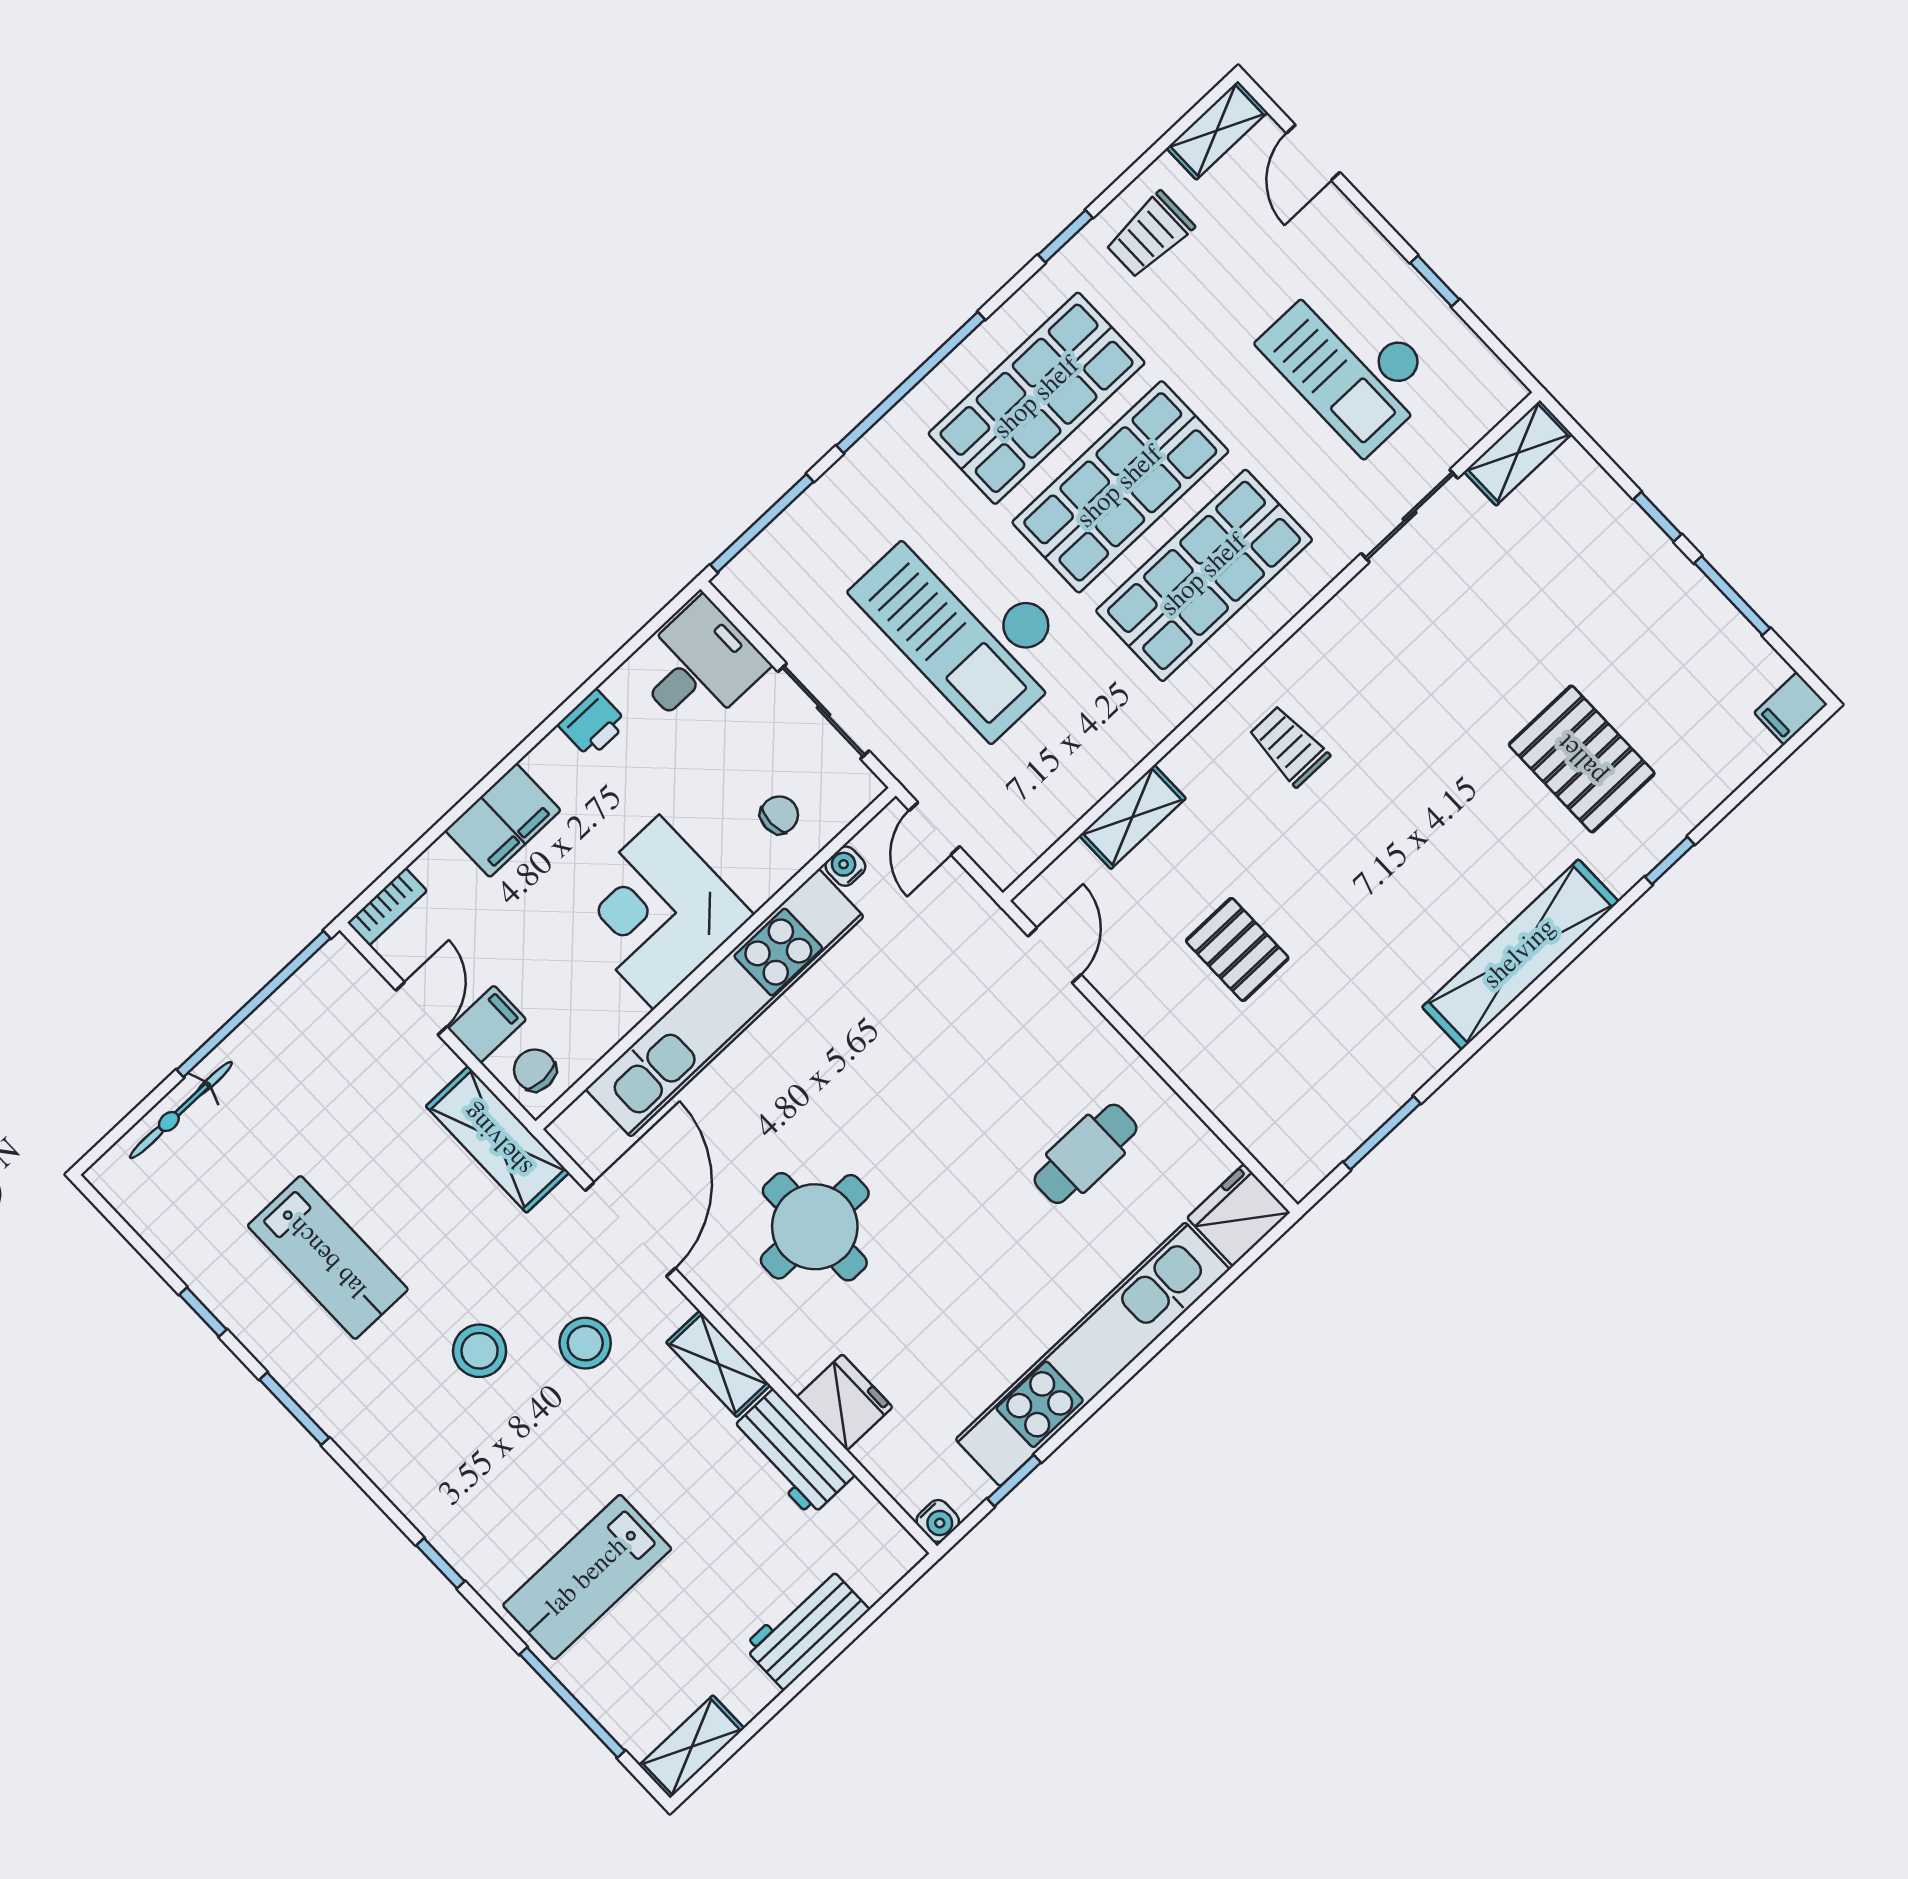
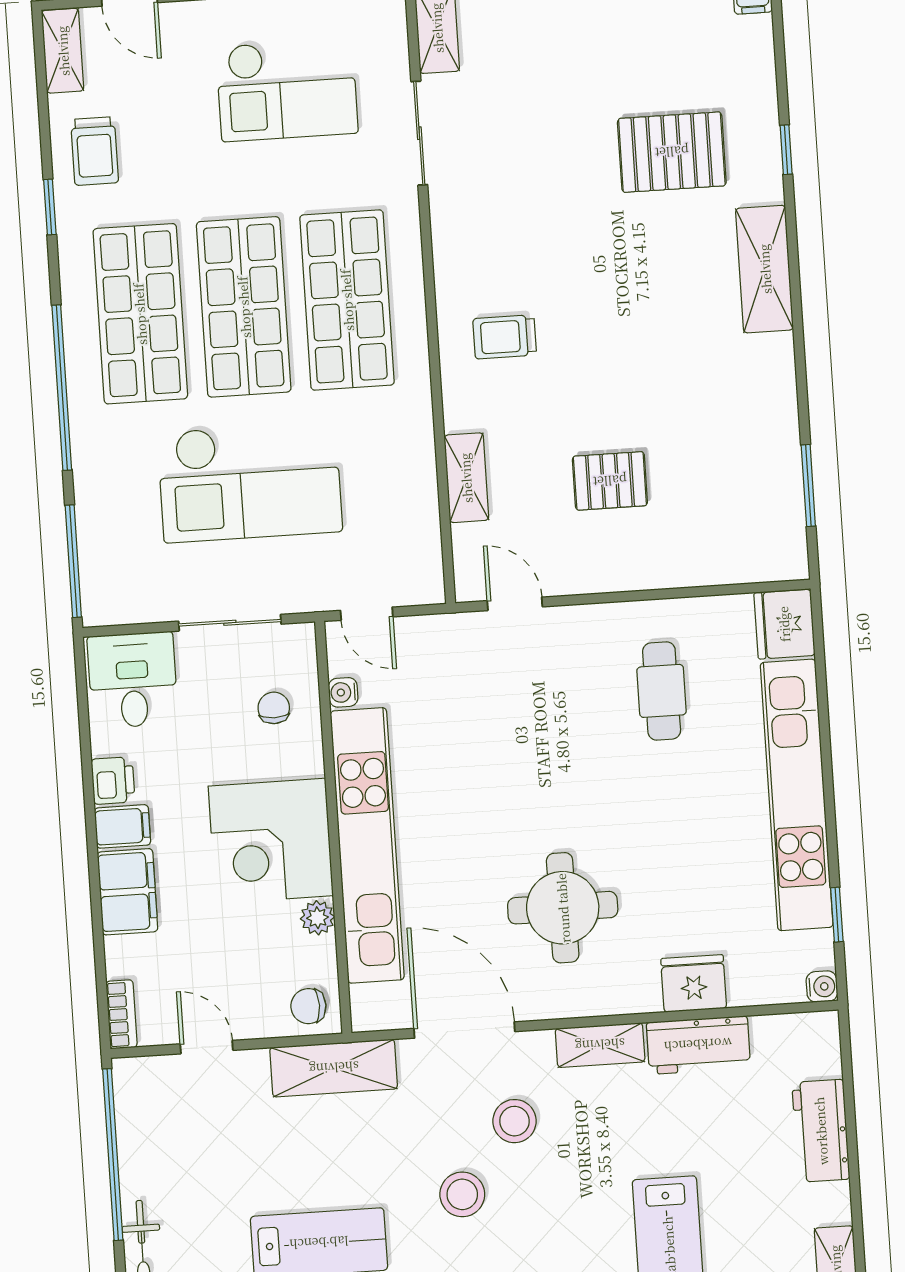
shelving: (1520, 954) -> (765, 269), width x0.68
plant: (622, 1012) -> (317, 918), added
filing cabinet: (487, 1024) -> (122, 826), moved, turned 90

